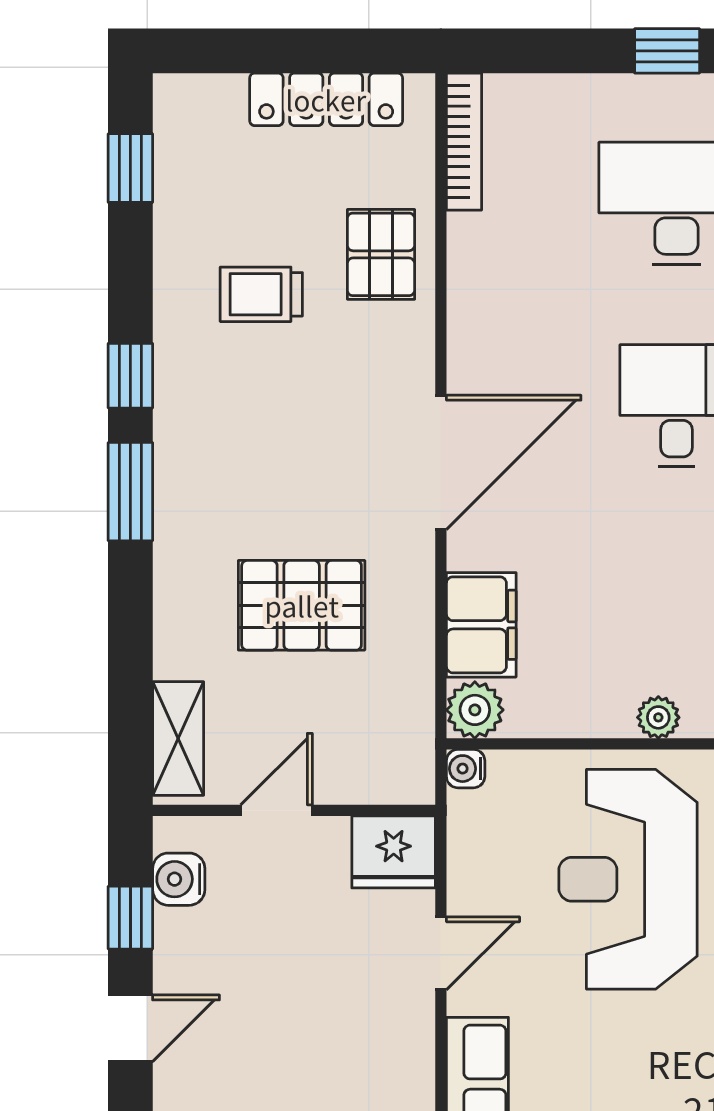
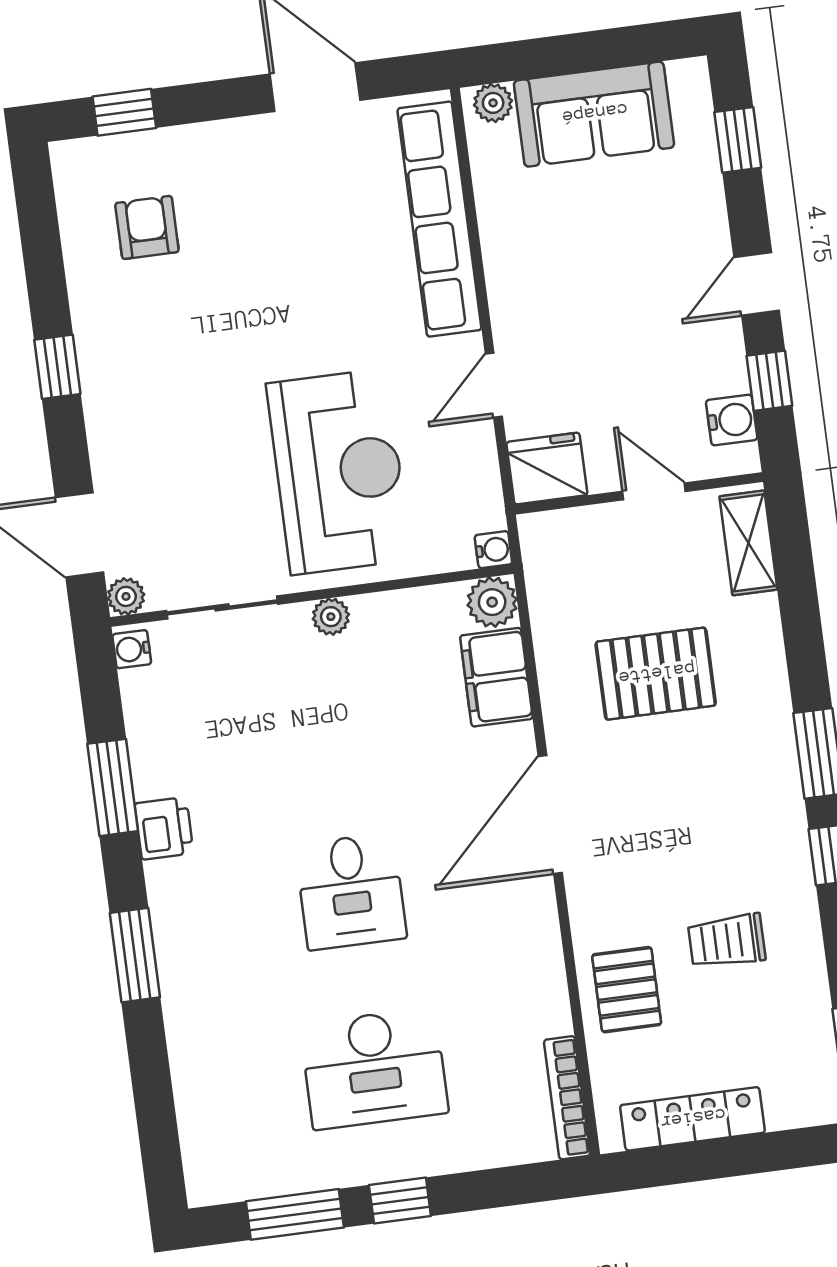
trolley: (261, 294) -> (727, 941), turned 180
door: (276, 810) -> (654, 491), swing flipped

